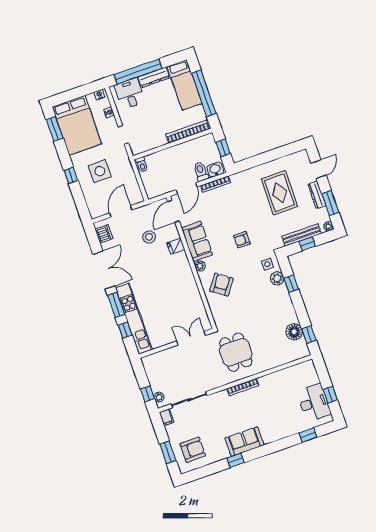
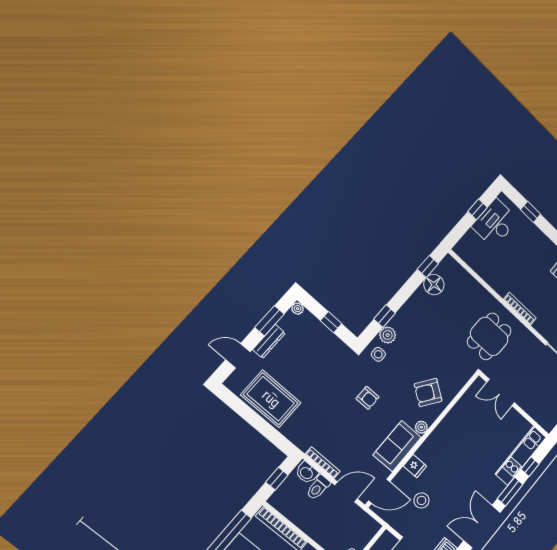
rug: (280, 193) -> (271, 399), moved, turned 90
bench: (301, 235) -> (325, 334), removed
kitchen unit: (134, 319) -> (521, 456), width x0.73

